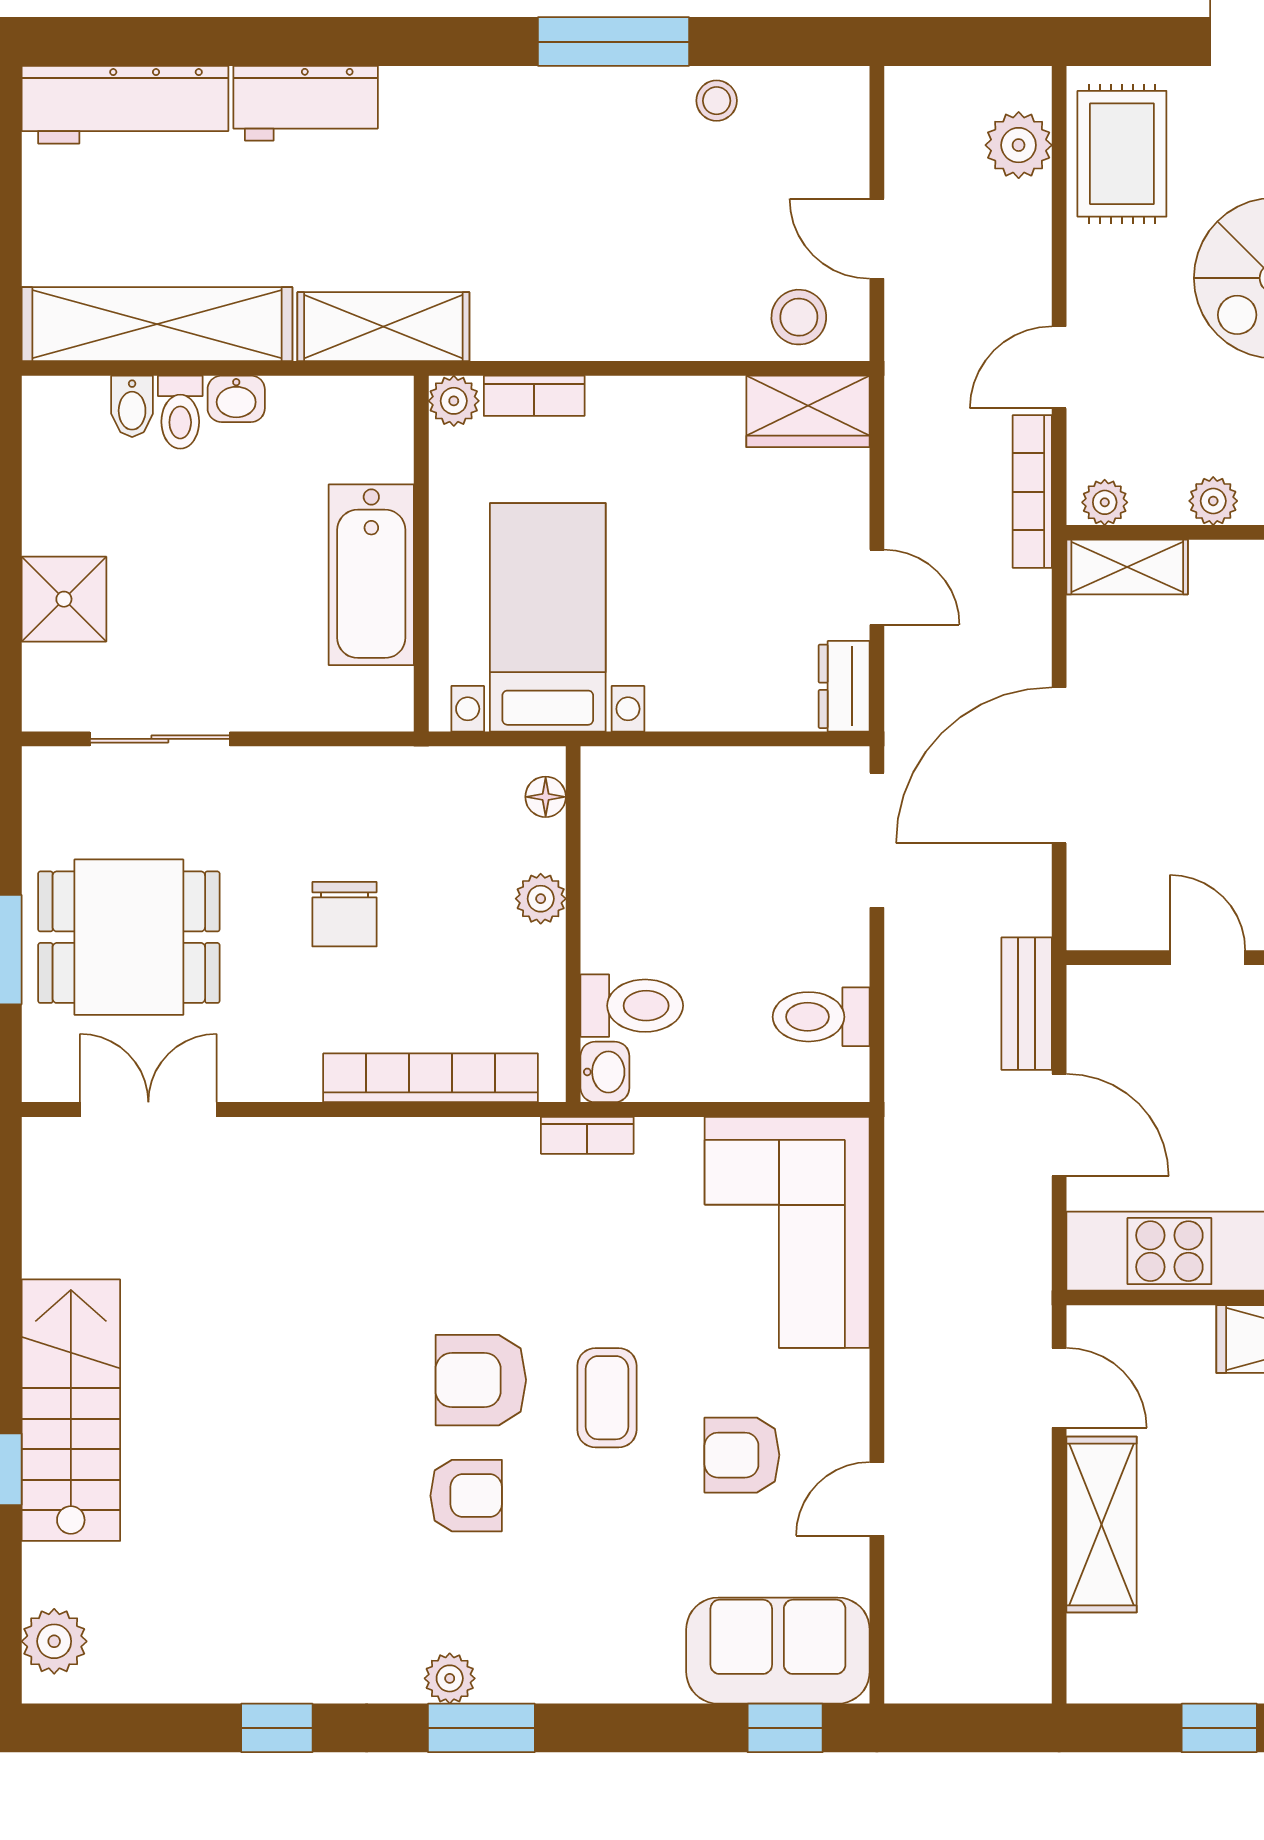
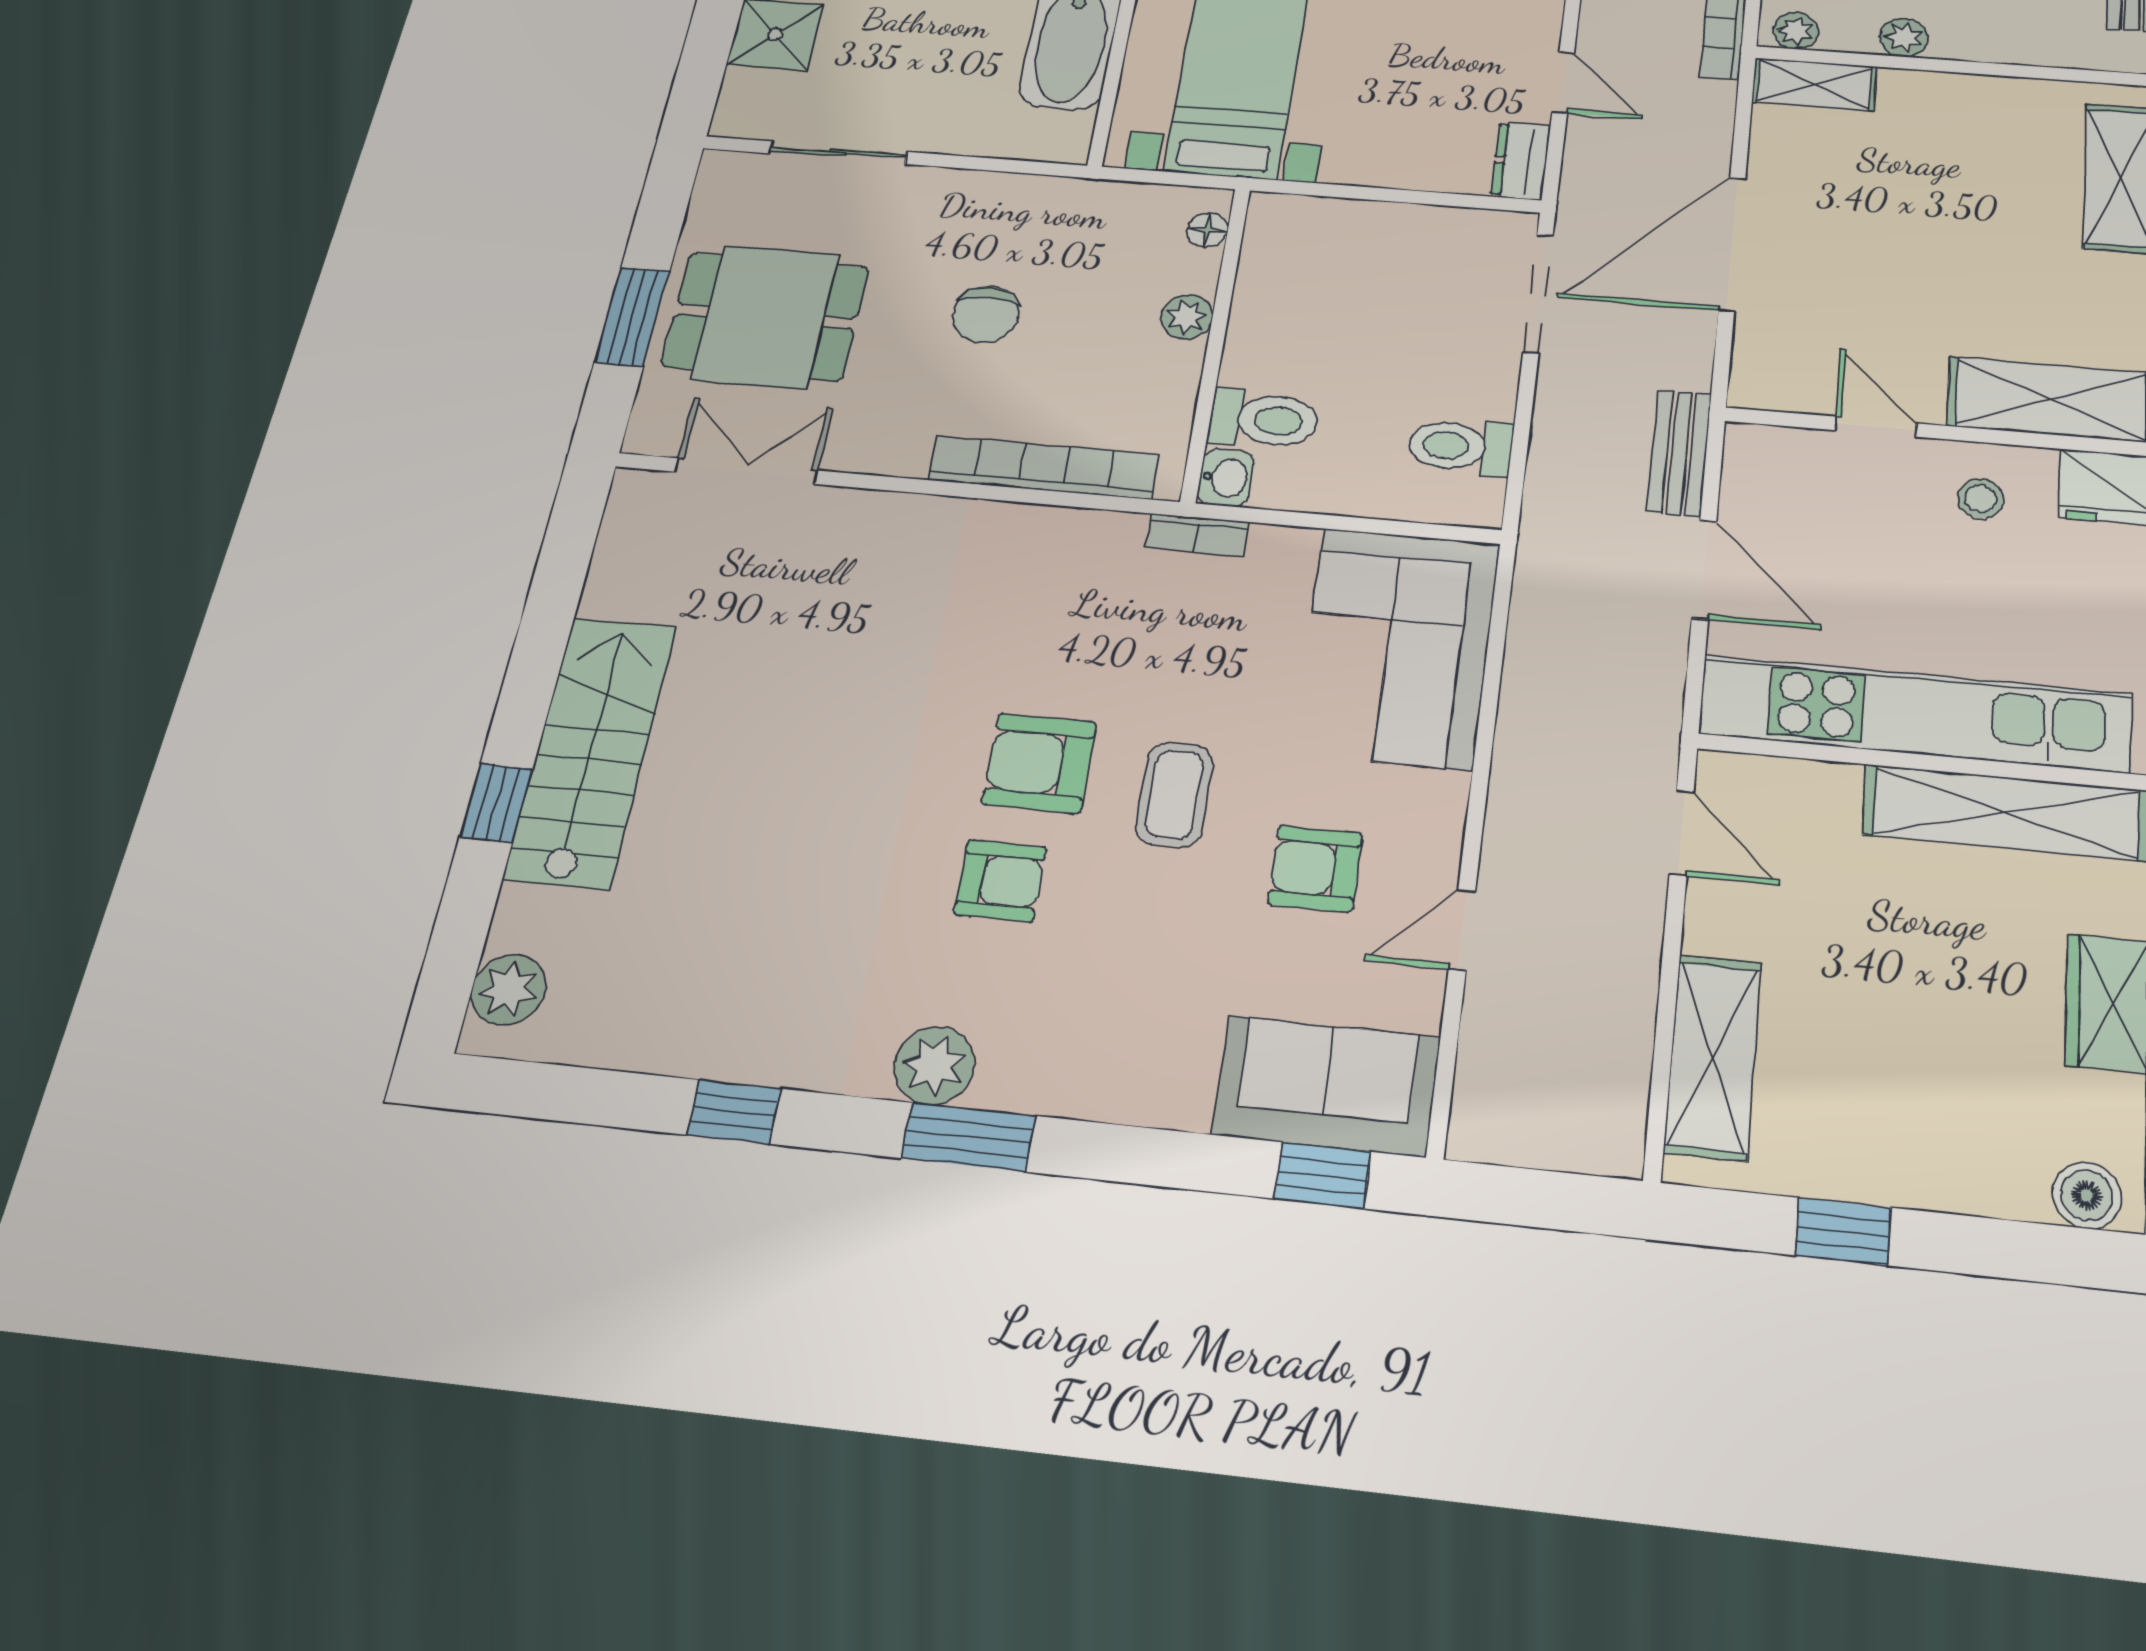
shelving: (1102, 1525) -> (1713, 1057), moved
plant: (450, 1678) -> (934, 1065), width x1.38, depth x1.38

